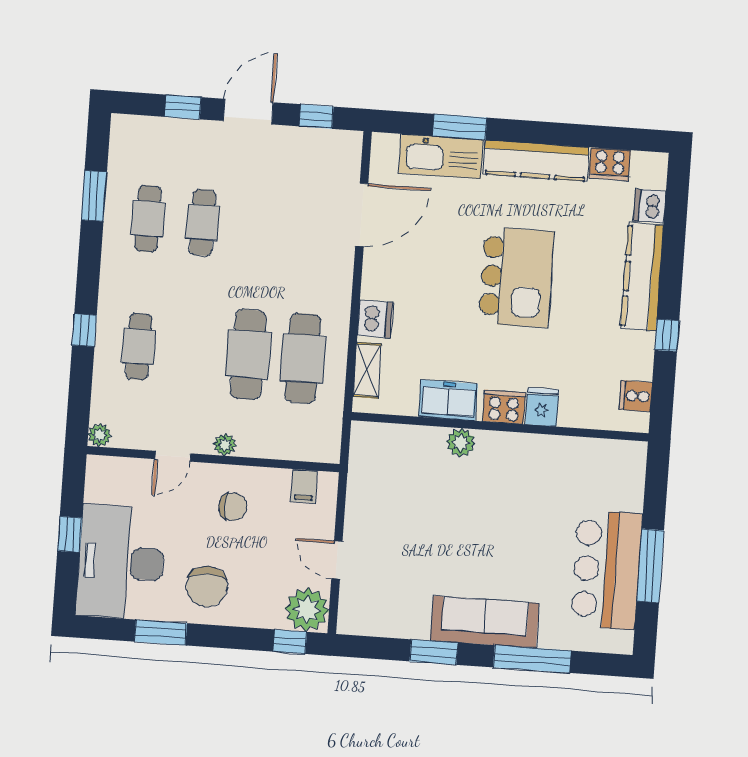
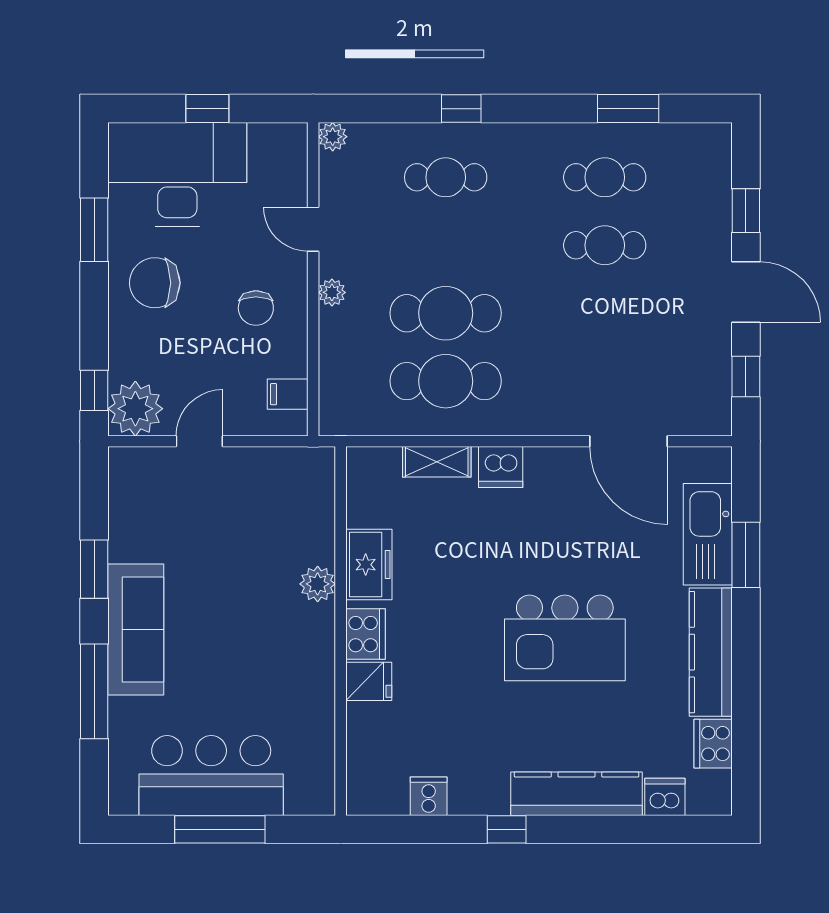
freezer: (448, 400) -> (369, 565), moved
cooker: (504, 407) -> (365, 634), moved
fridge: (542, 407) -> (369, 681), moved
wall: (500, 427) -> (341, 631), moved
plant: (461, 443) -> (318, 584), moved

